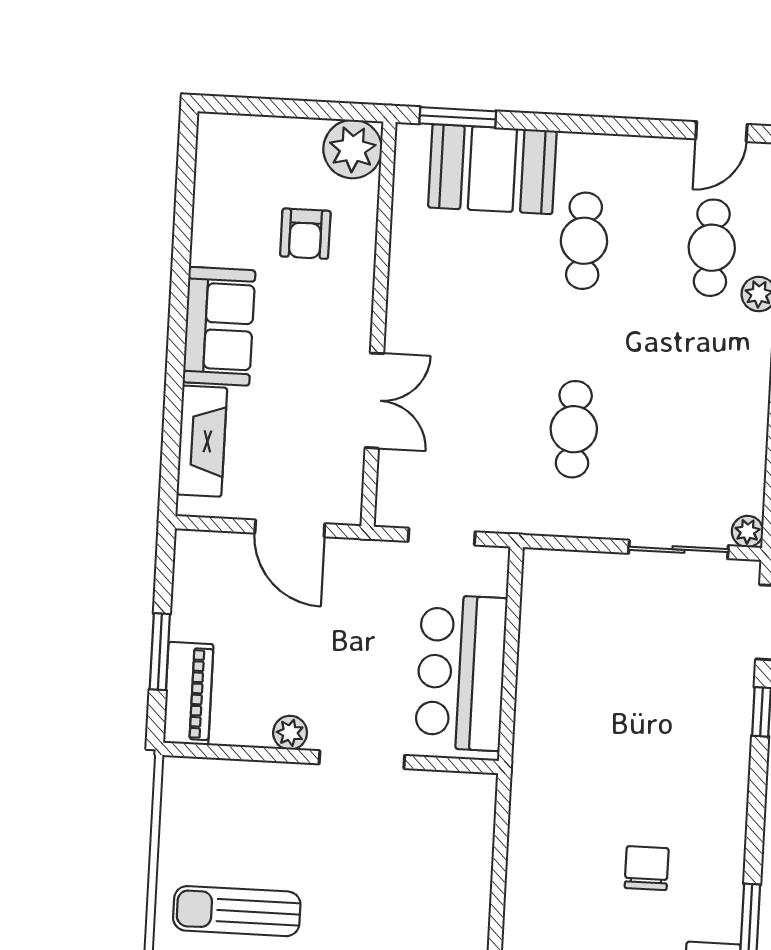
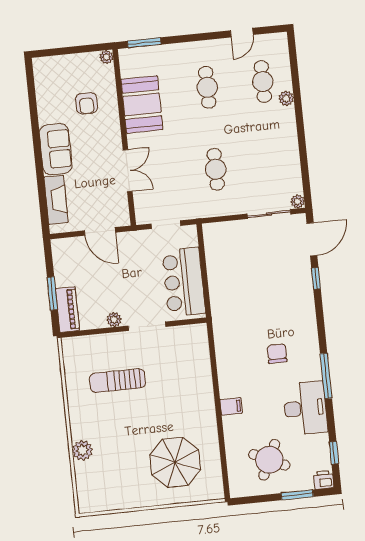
door: (721, 132) -> (242, 33), moved
plant: (353, 149) -> (106, 57), width x0.53, depth x0.53
booth: (492, 169) -> (142, 104), moved, turned 90
sun lounger: (237, 911) -> (118, 381), moved

